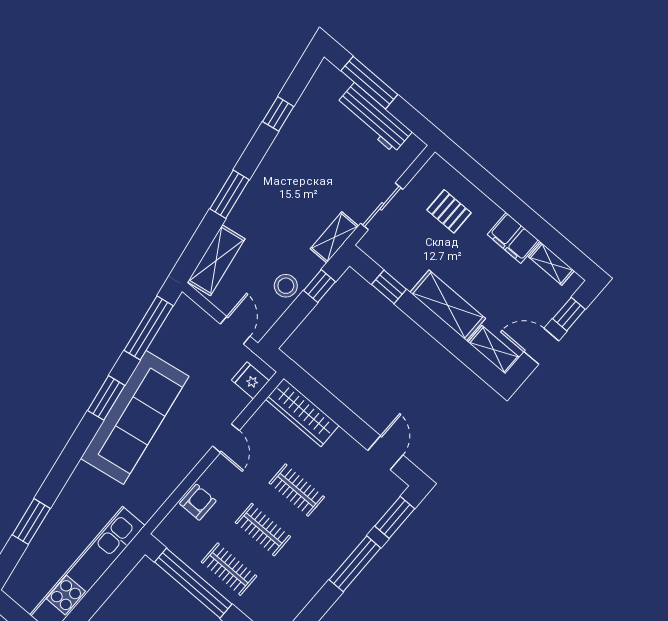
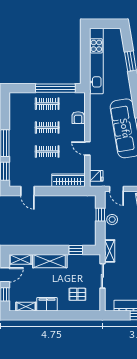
window: (320, 286) -> (100, 215), moved

